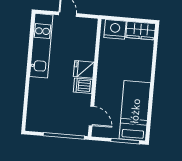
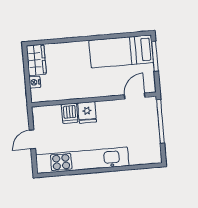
nightstand: (115, 29) -> (35, 82), width x0.53, depth x0.56
kitchen unit: (41, 46) -> (82, 160), width x1.36
dishwasher: (83, 86) -> (70, 113), moved

